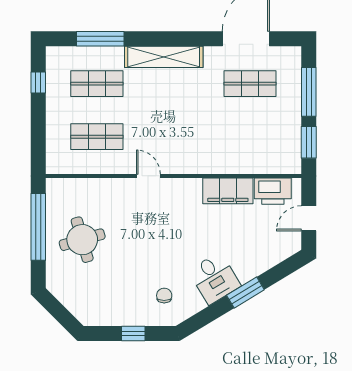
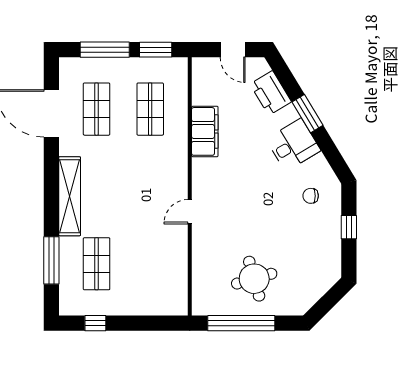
shop shelf: (97, 137) -> (150, 109), moved
printer: (273, 191) -> (271, 93), moved, turned 149

